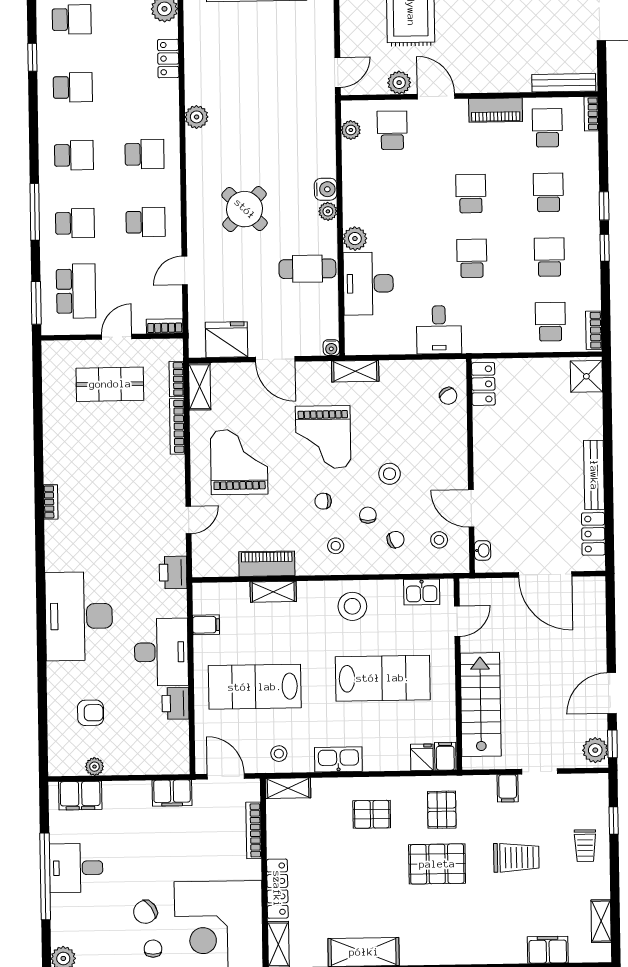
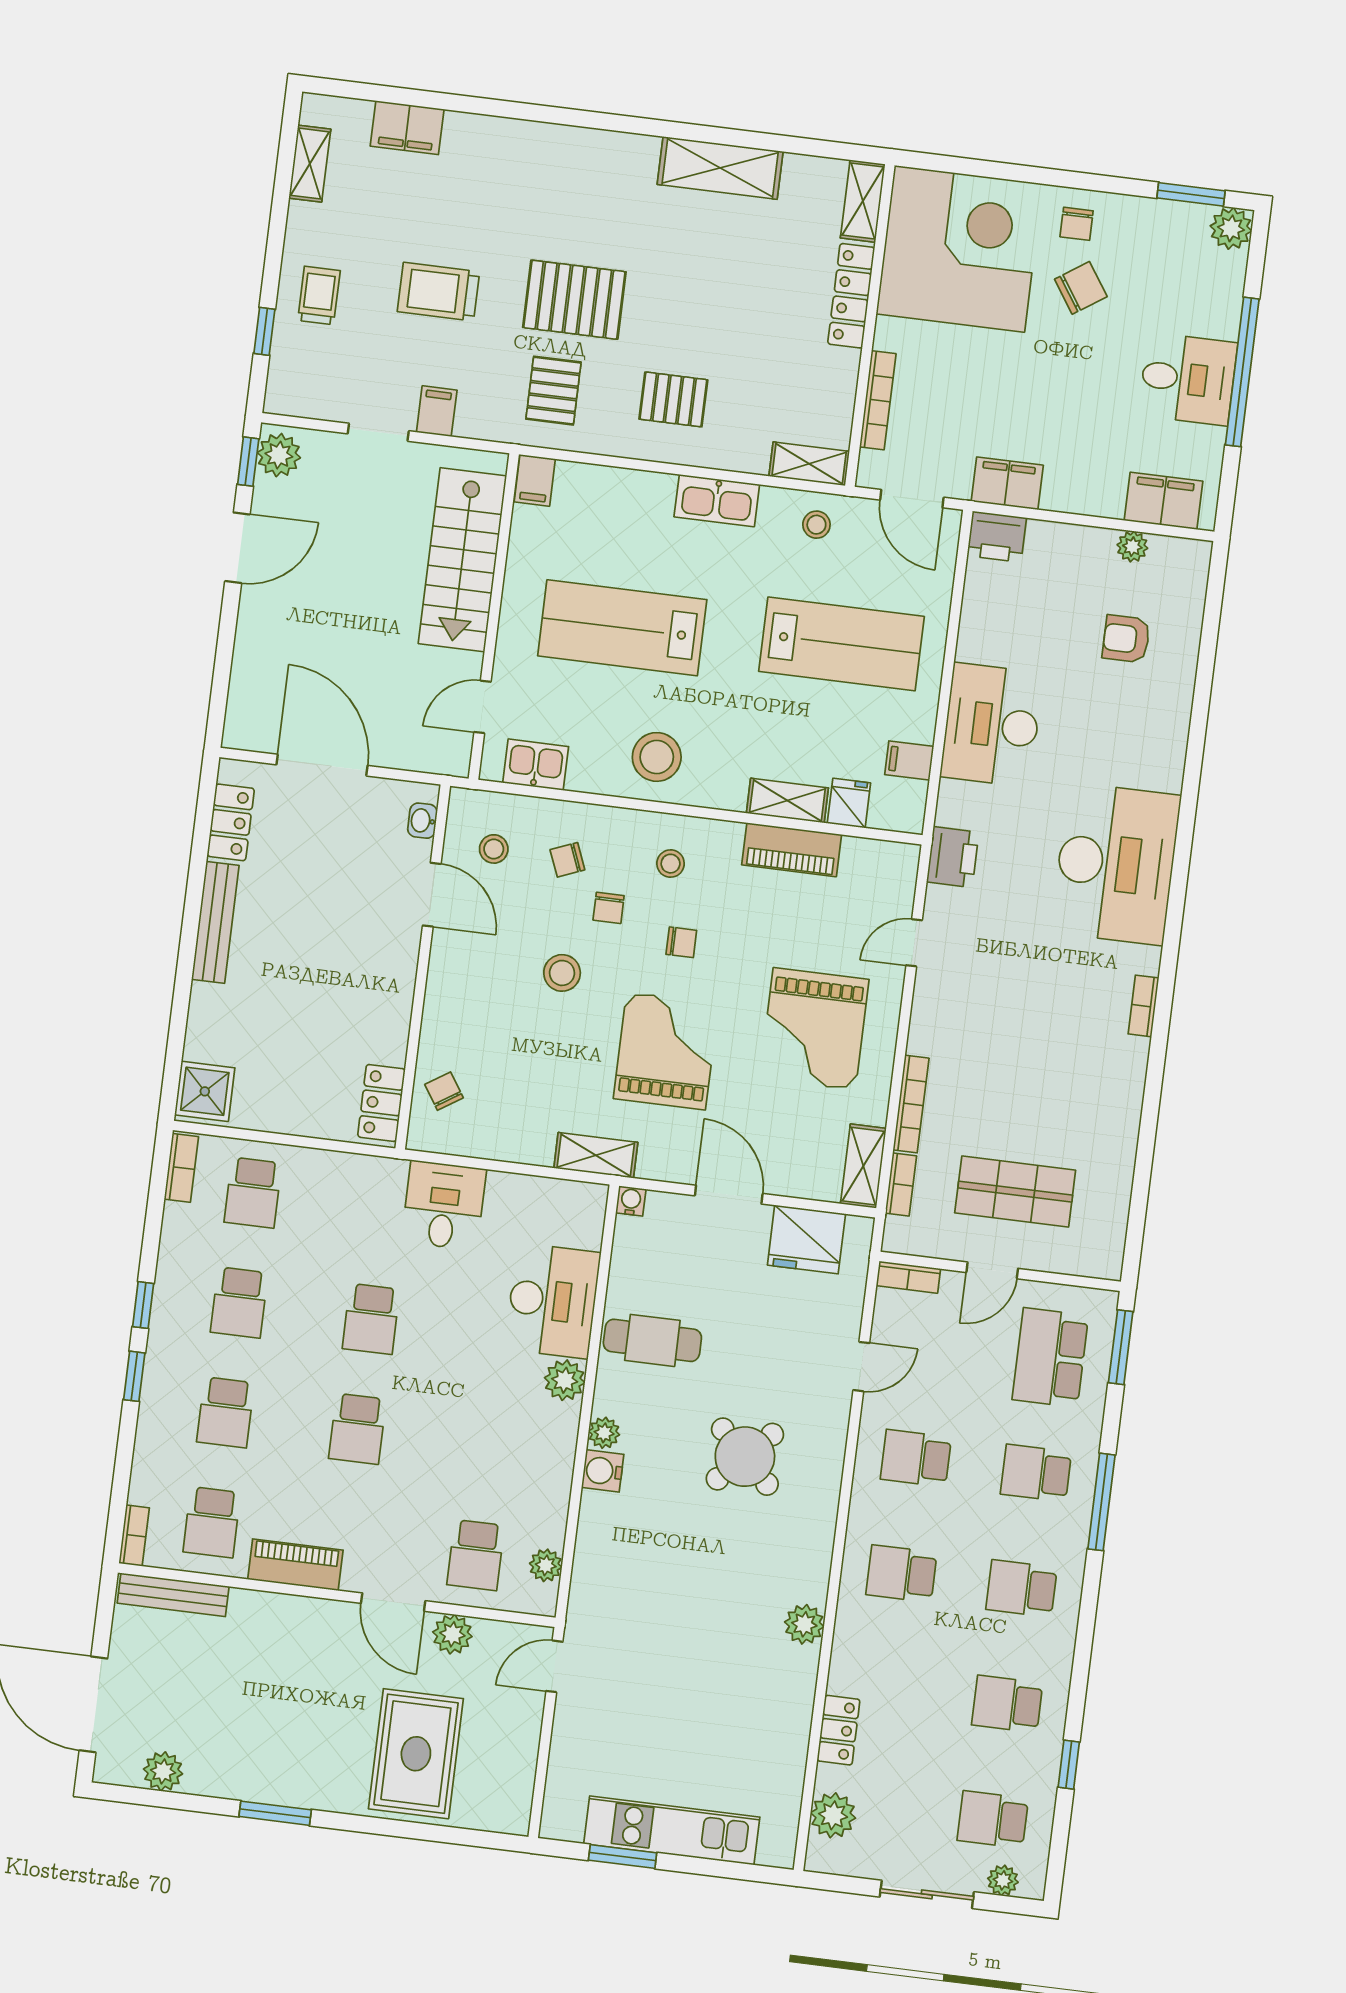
desk: (79, 616) -> (1116, 864), moved
printer: (175, 703) -> (997, 537), moved, turned 90
fridge: (422, 757) -> (849, 803), moved, turned 180

